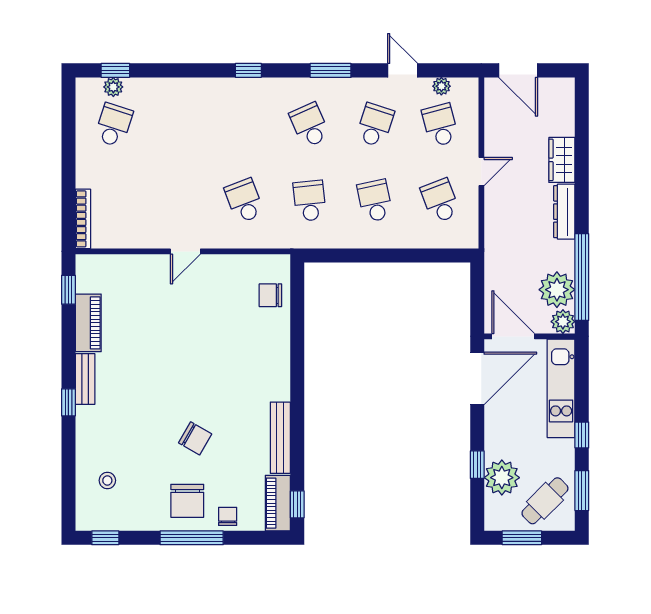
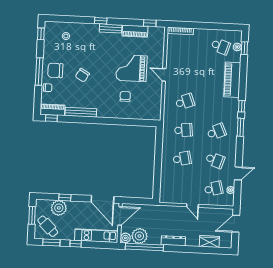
window: (331, 70) -> (241, 127), moved
piano: (189, 95) -> (232, 80), added
wardrobe: (562, 160) -> (209, 242), moved
school desk: (440, 201) -> (181, 187), removed
chair: (270, 295) -> (125, 96), moved
grand piano: (174, 327) -> (132, 68), added

